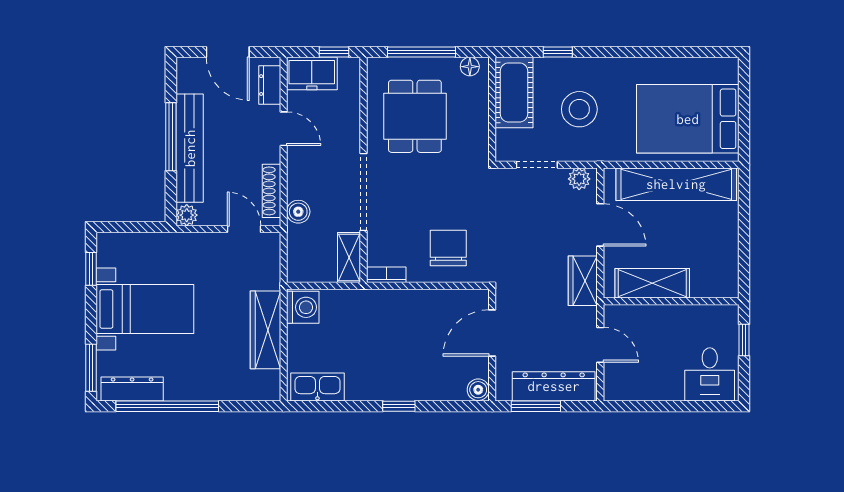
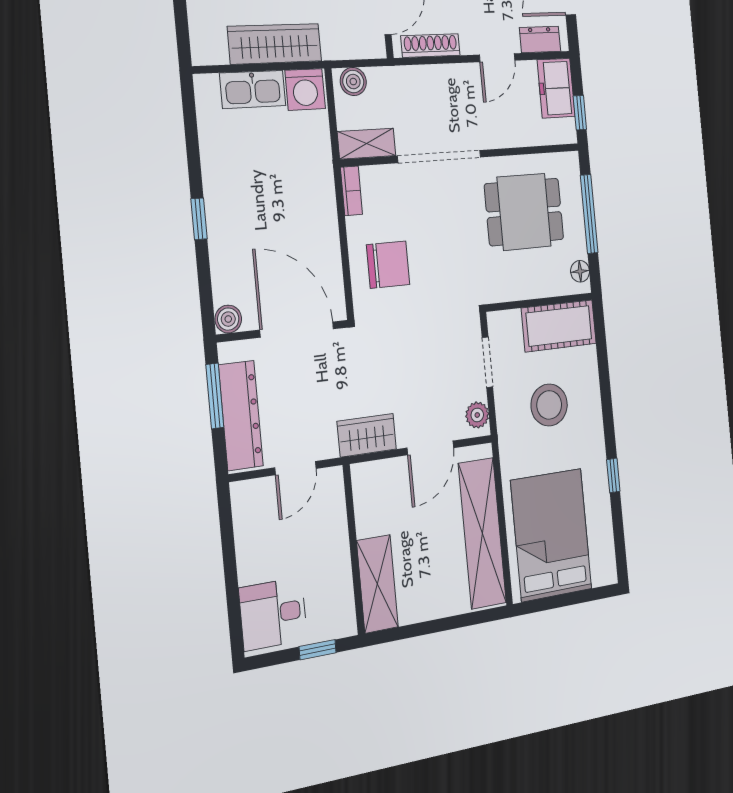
window: (558, 52) -> (613, 475), moved
boiler: (298, 212) -> (353, 82), moved
shelving: (652, 283) -> (377, 584), moved
door: (492, 333) -> (297, 329), width x1.36
kitchen sink: (317, 387) -> (253, 89), moved, turned 90

